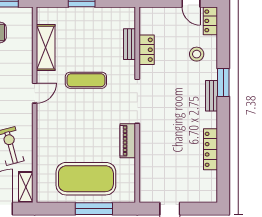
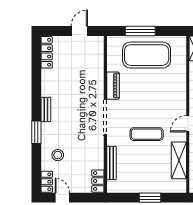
bench: (130, 44) -> (112, 163), width x1.36
locker: (147, 50) -> (98, 181), moved
bench: (211, 96) -> (46, 110), moved
locker: (210, 149) -> (47, 52), moved

